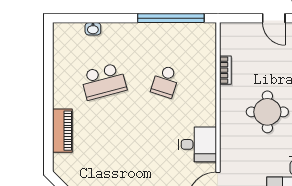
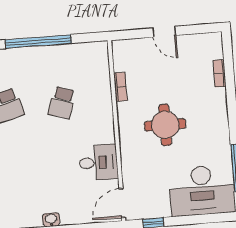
window: (171, 18) -> (38, 42), moved

